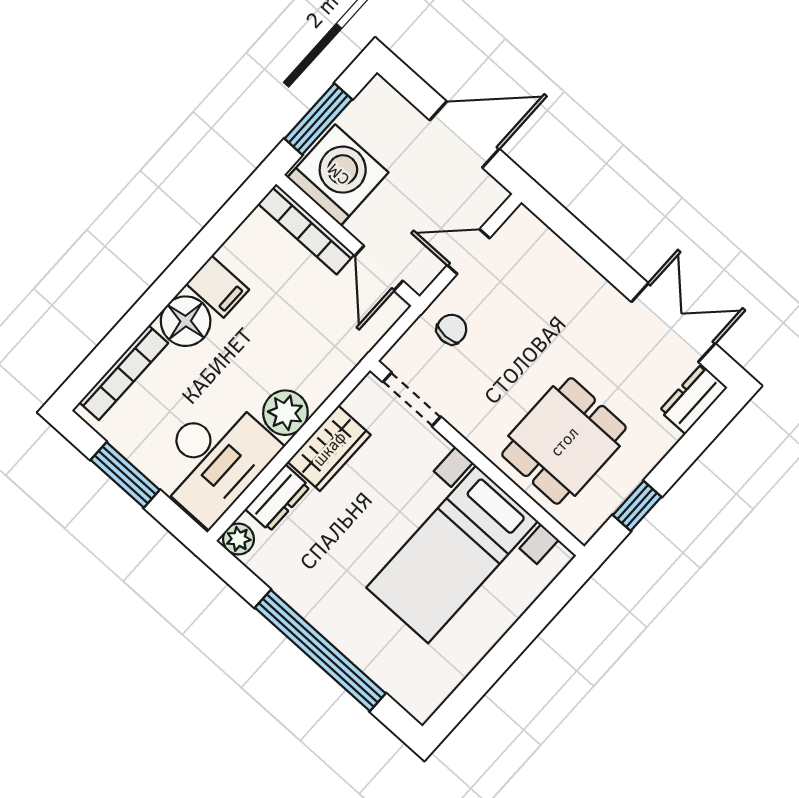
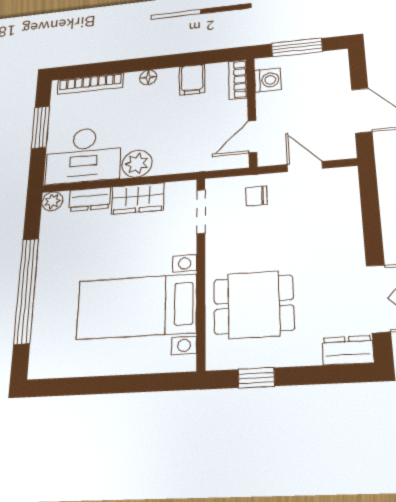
washing machine: (338, 175) -> (268, 80), width x0.53, depth x0.53
bookcase: (306, 229) -> (238, 80), width x0.64
filing cabinet: (218, 287) -> (192, 80), moved
floor lamp: (186, 321) -> (148, 77), width x0.53, depth x0.53
chair: (452, 329) -> (256, 196), turned 180

